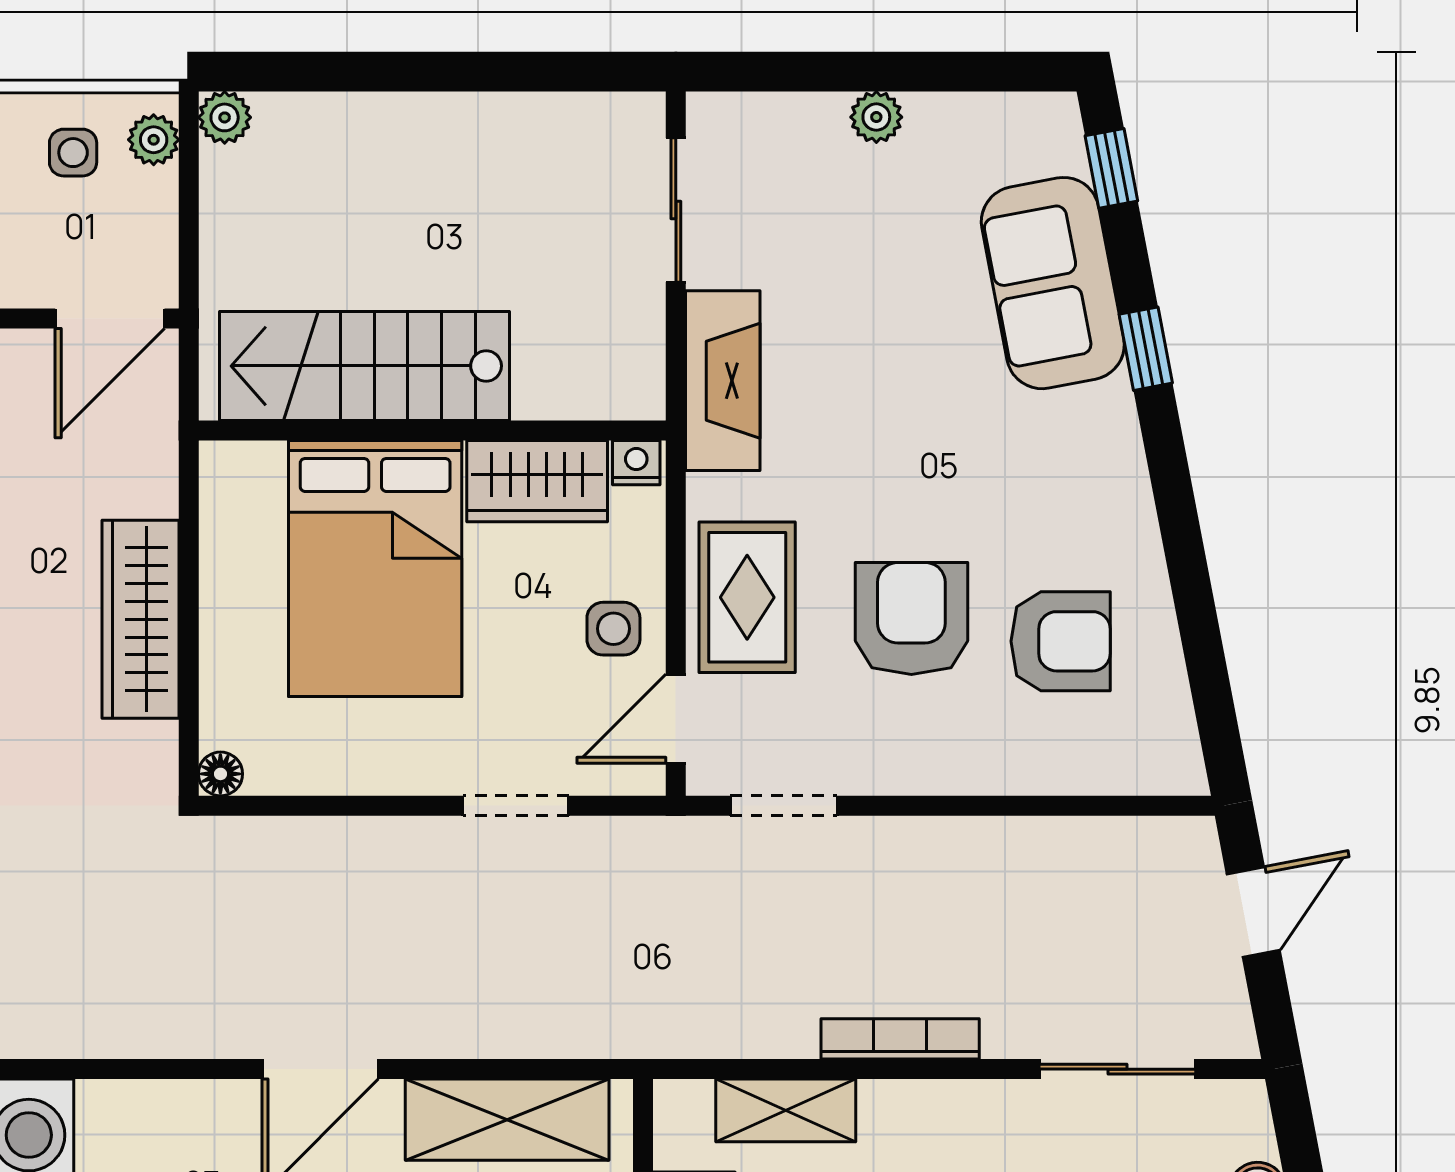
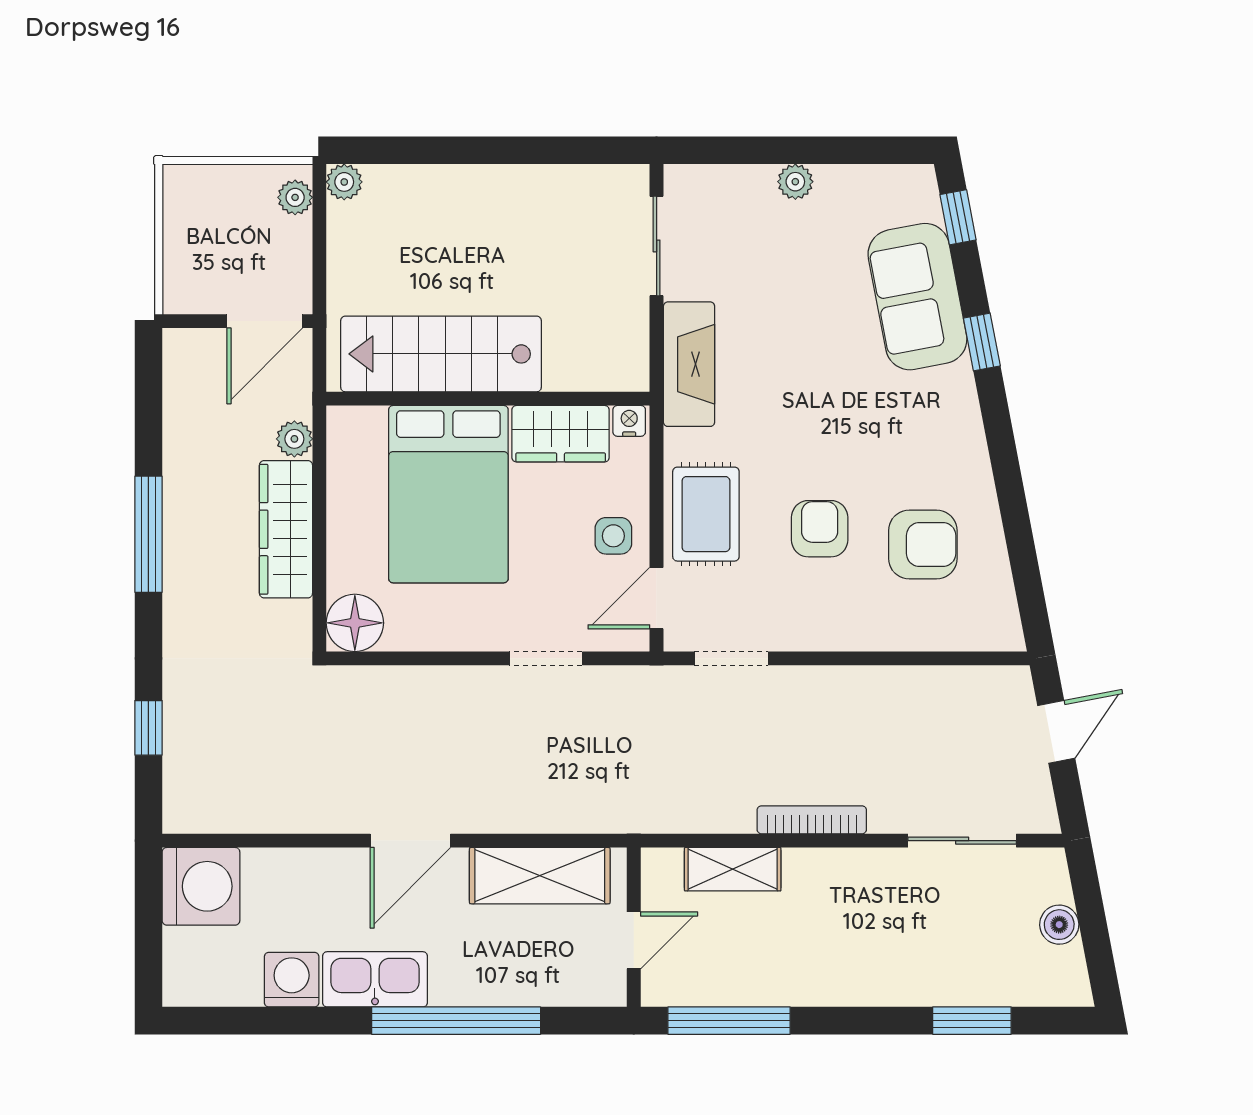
side table: (73, 153) -> (239, 206), removed
plant: (153, 489) -> (294, 439), added
armchair: (911, 618) -> (820, 529), width x0.72, depth x0.72
floor lamp: (220, 774) -> (355, 623), width x1.89, depth x1.89

